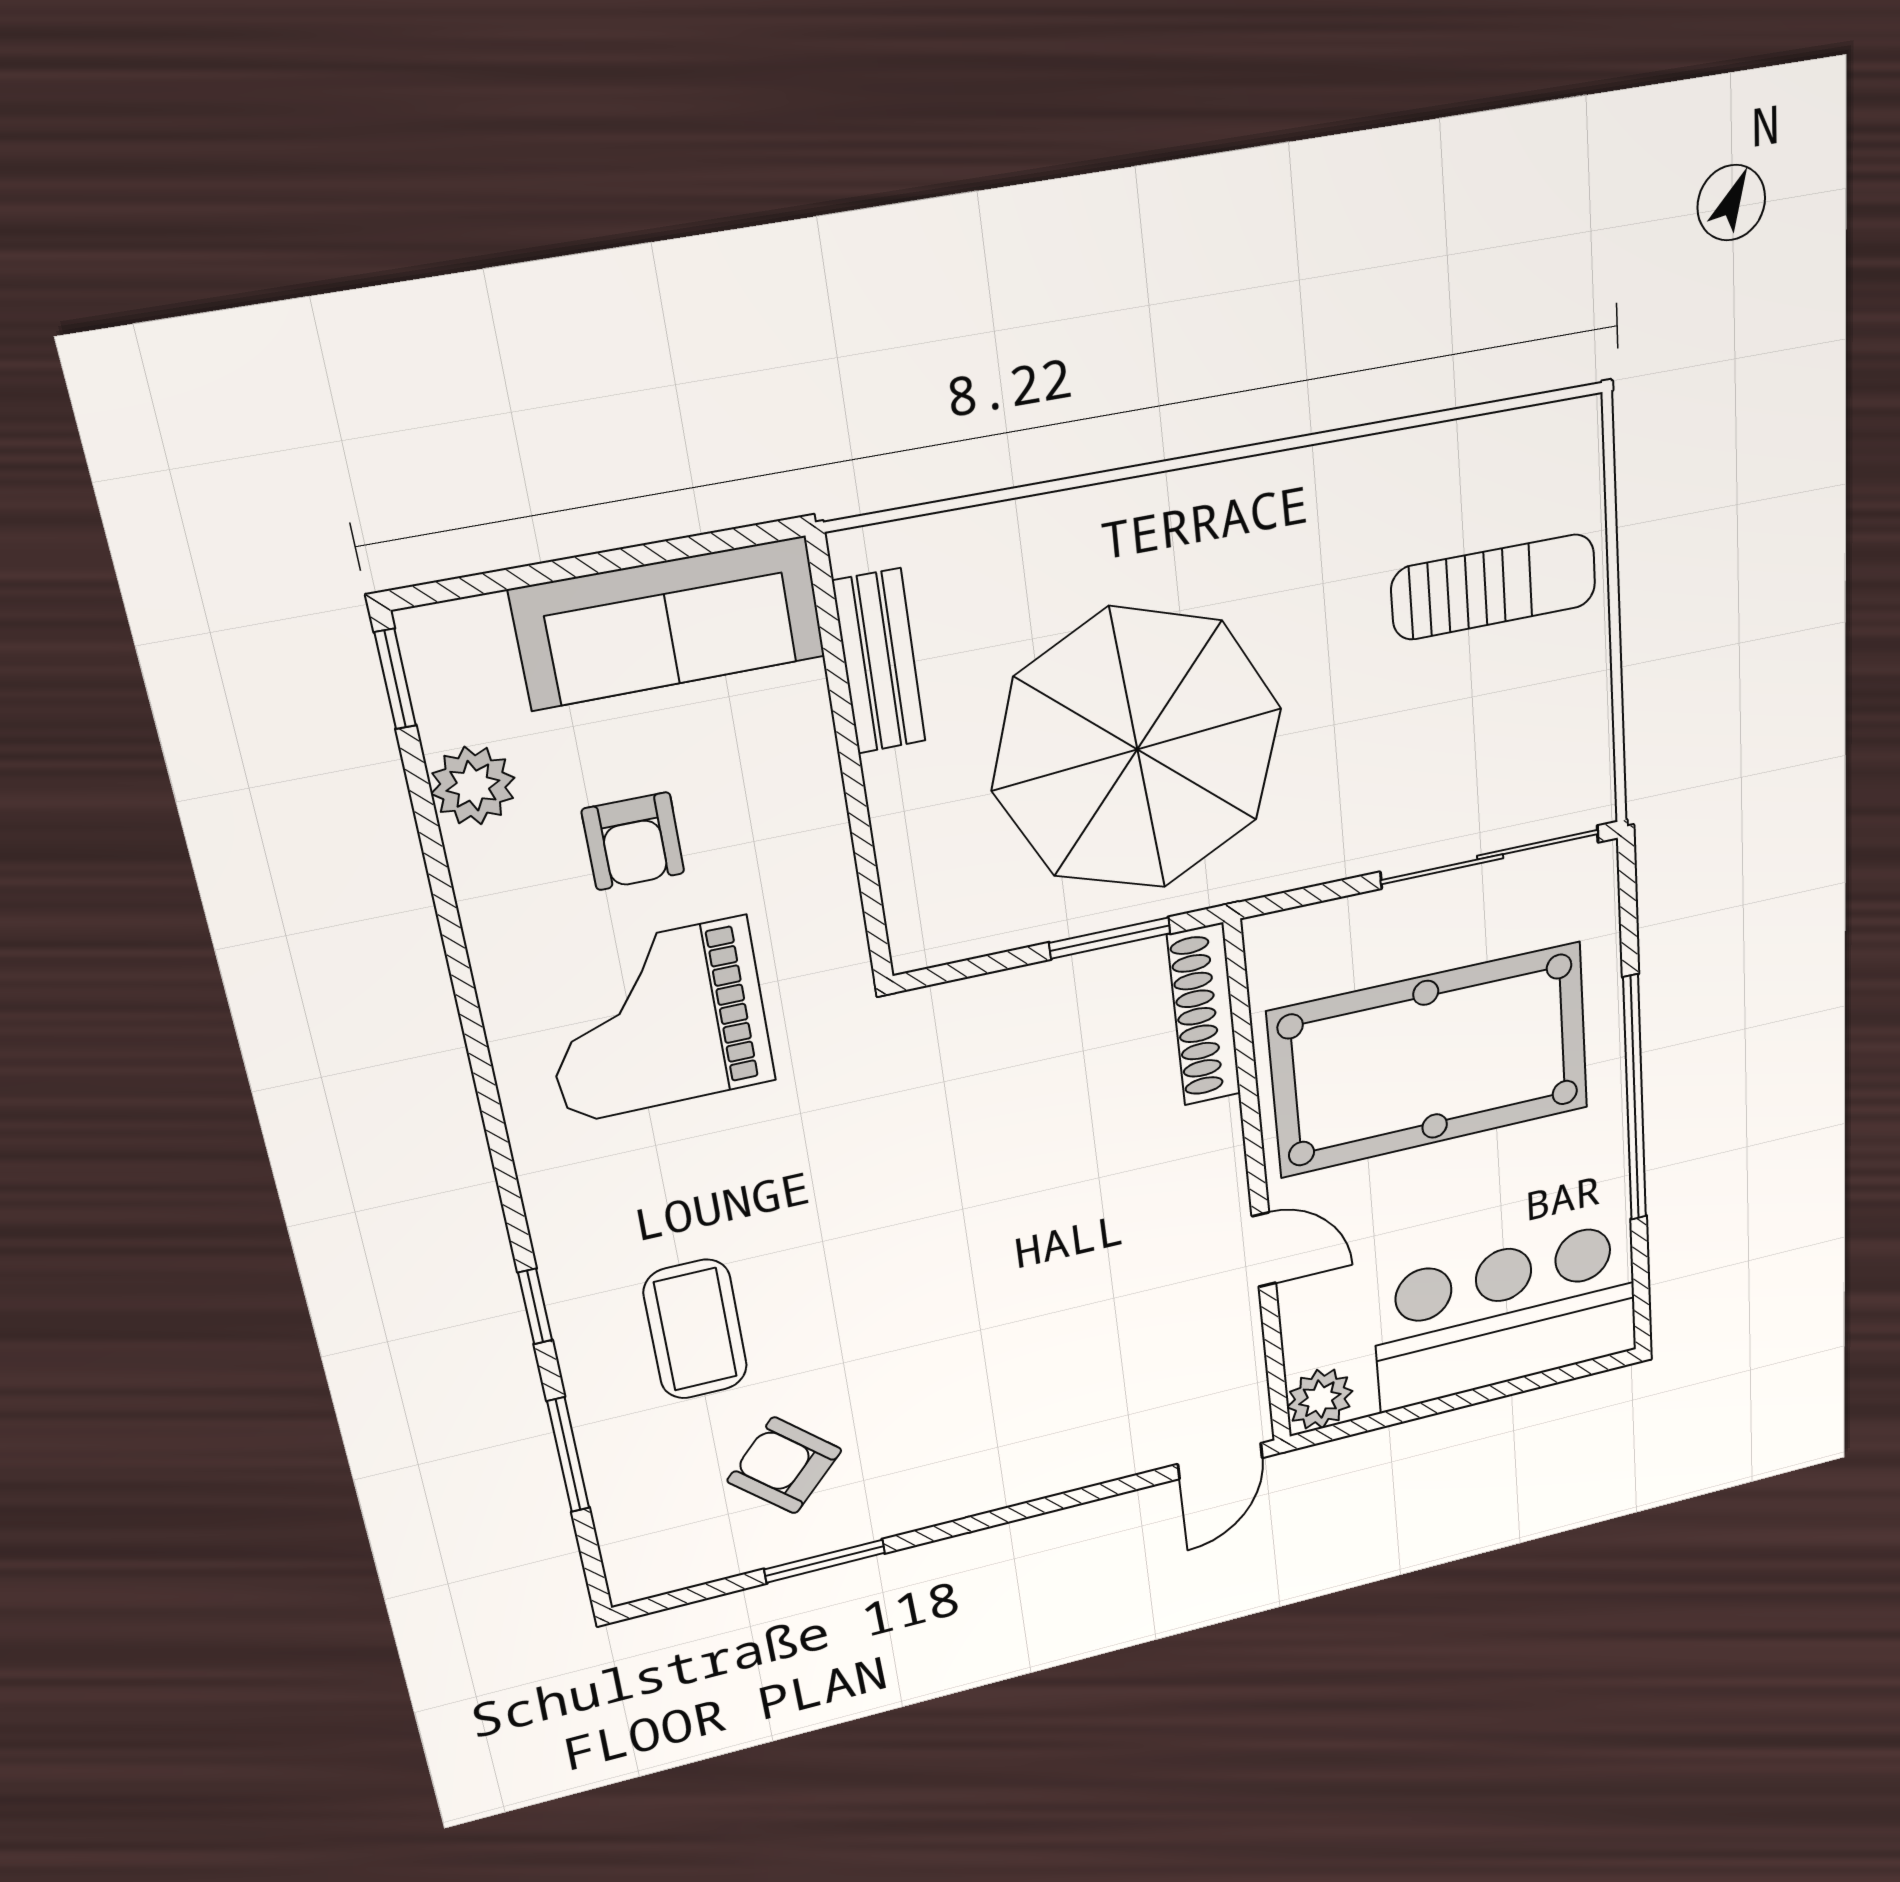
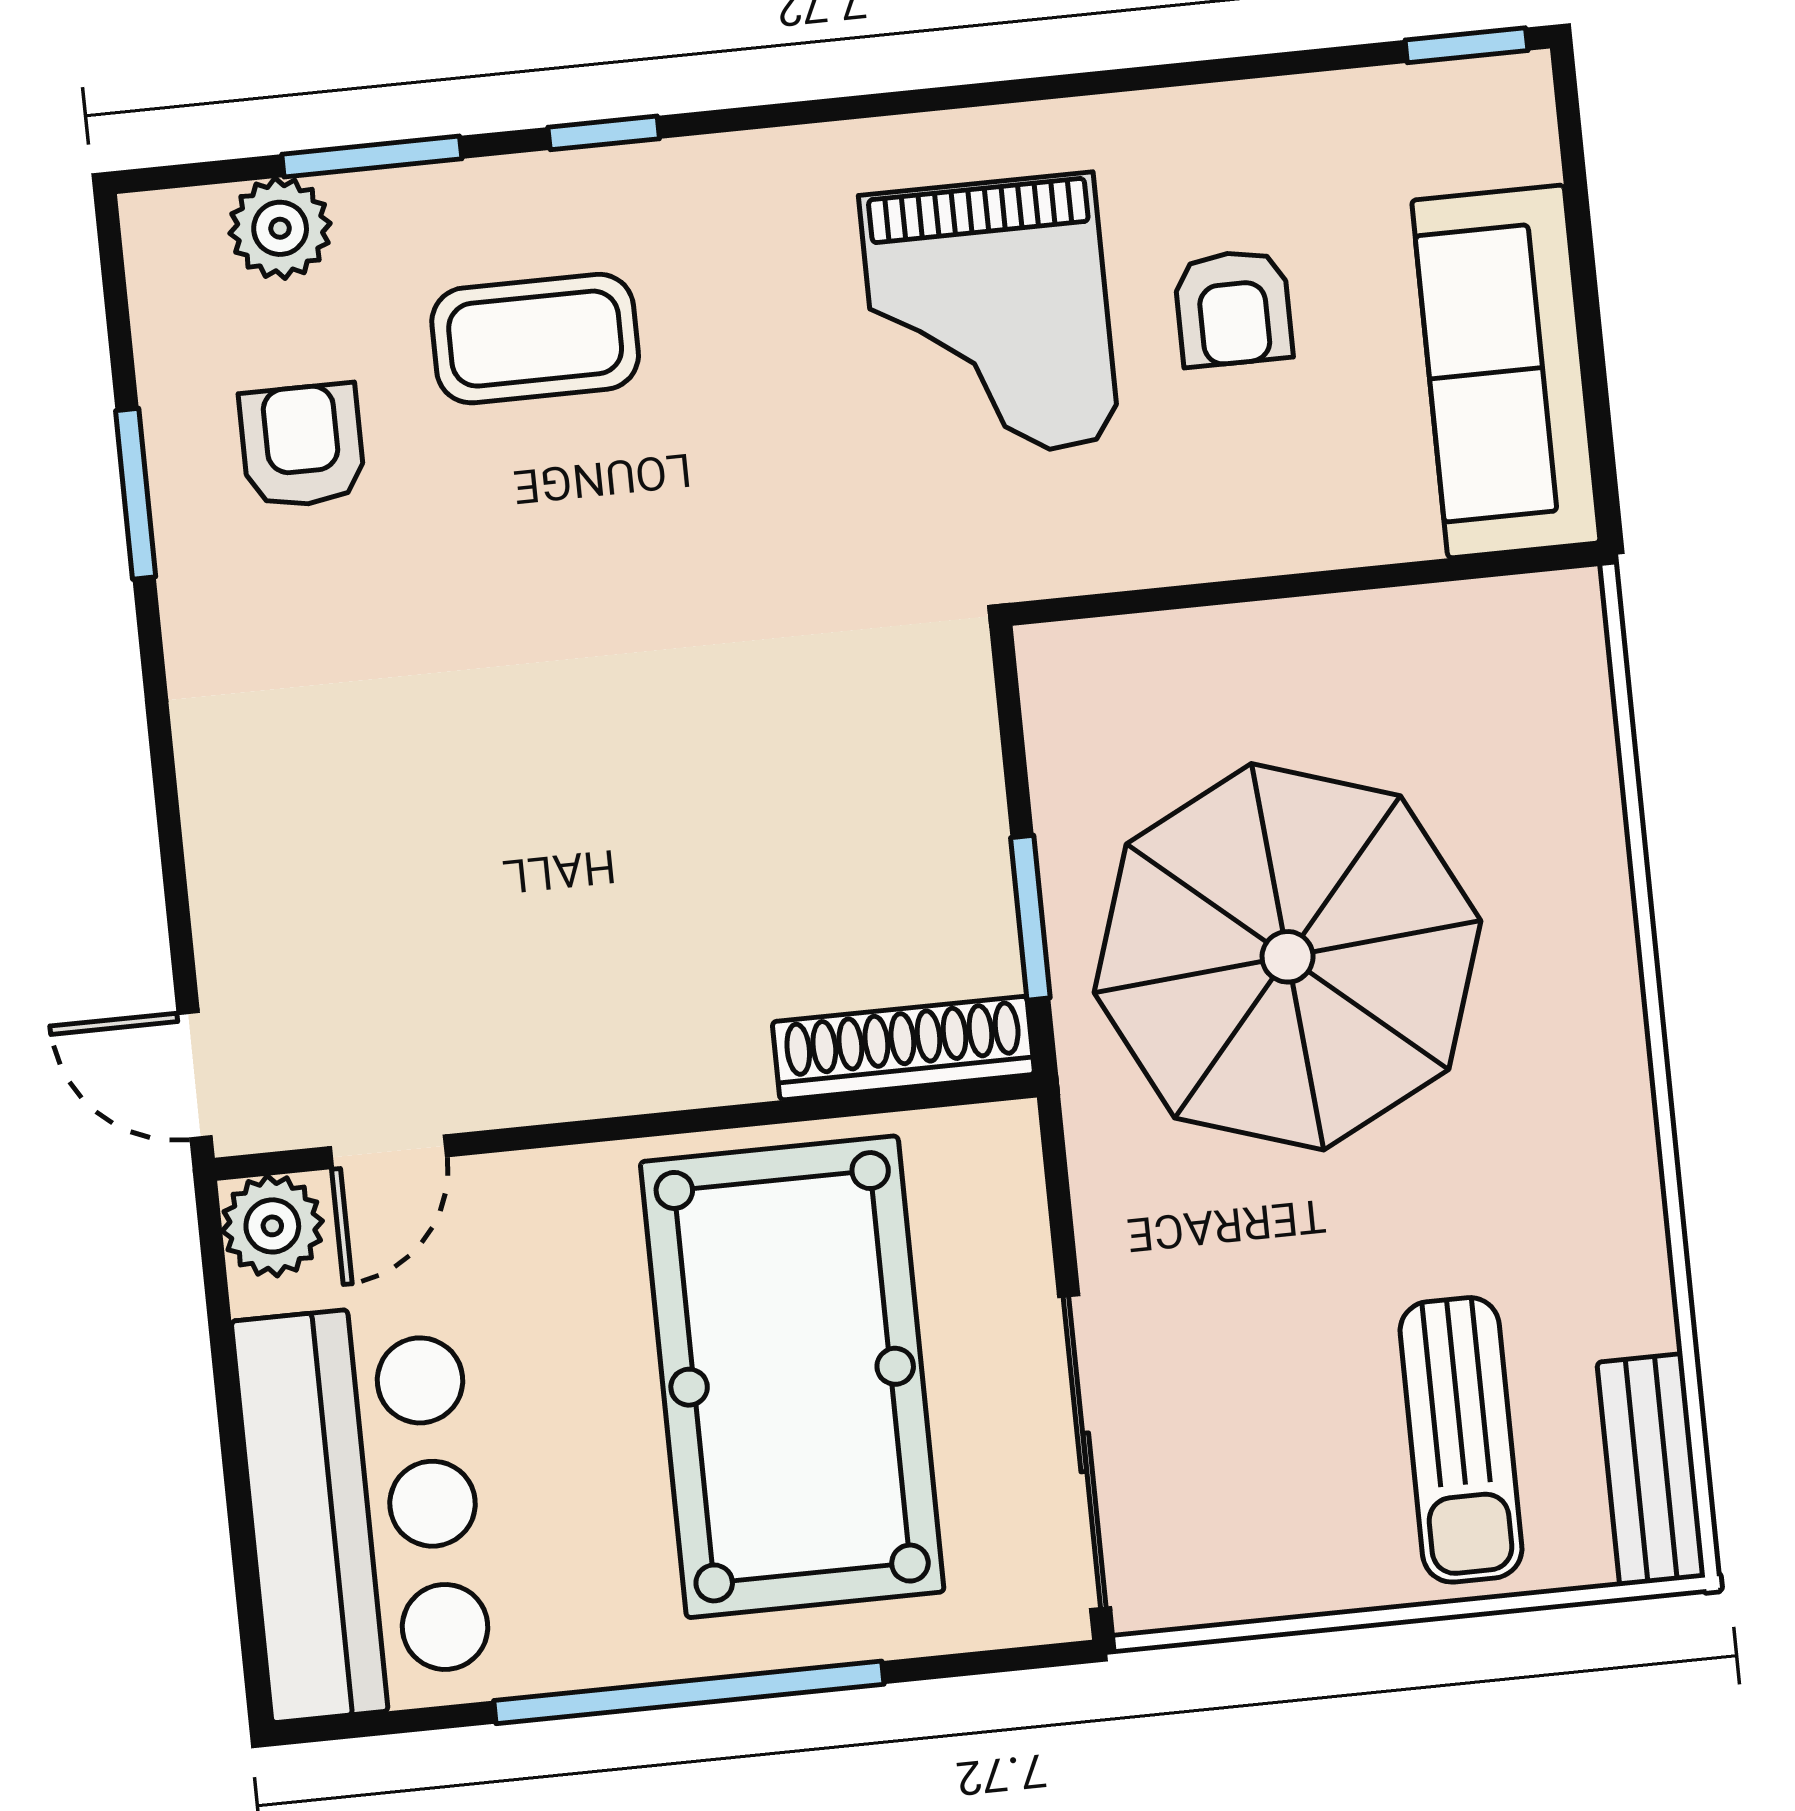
bench: (879, 662) -> (1651, 1470), moved, turned 90
plant: (473, 786) -> (280, 228), moved
armchair: (633, 841) -> (1233, 308), turned -90
grand piano: (656, 1020) -> (989, 319), turned 180
door: (1264, 1250) -> (388, 1152), moved
armchair: (784, 1465) -> (302, 446), turned -43

